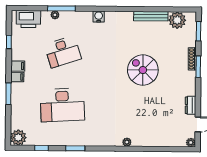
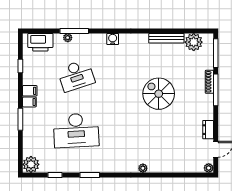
window: (199, 31) -> (216, 53), width x1.44
window: (198, 67) -> (216, 90), width x1.44

